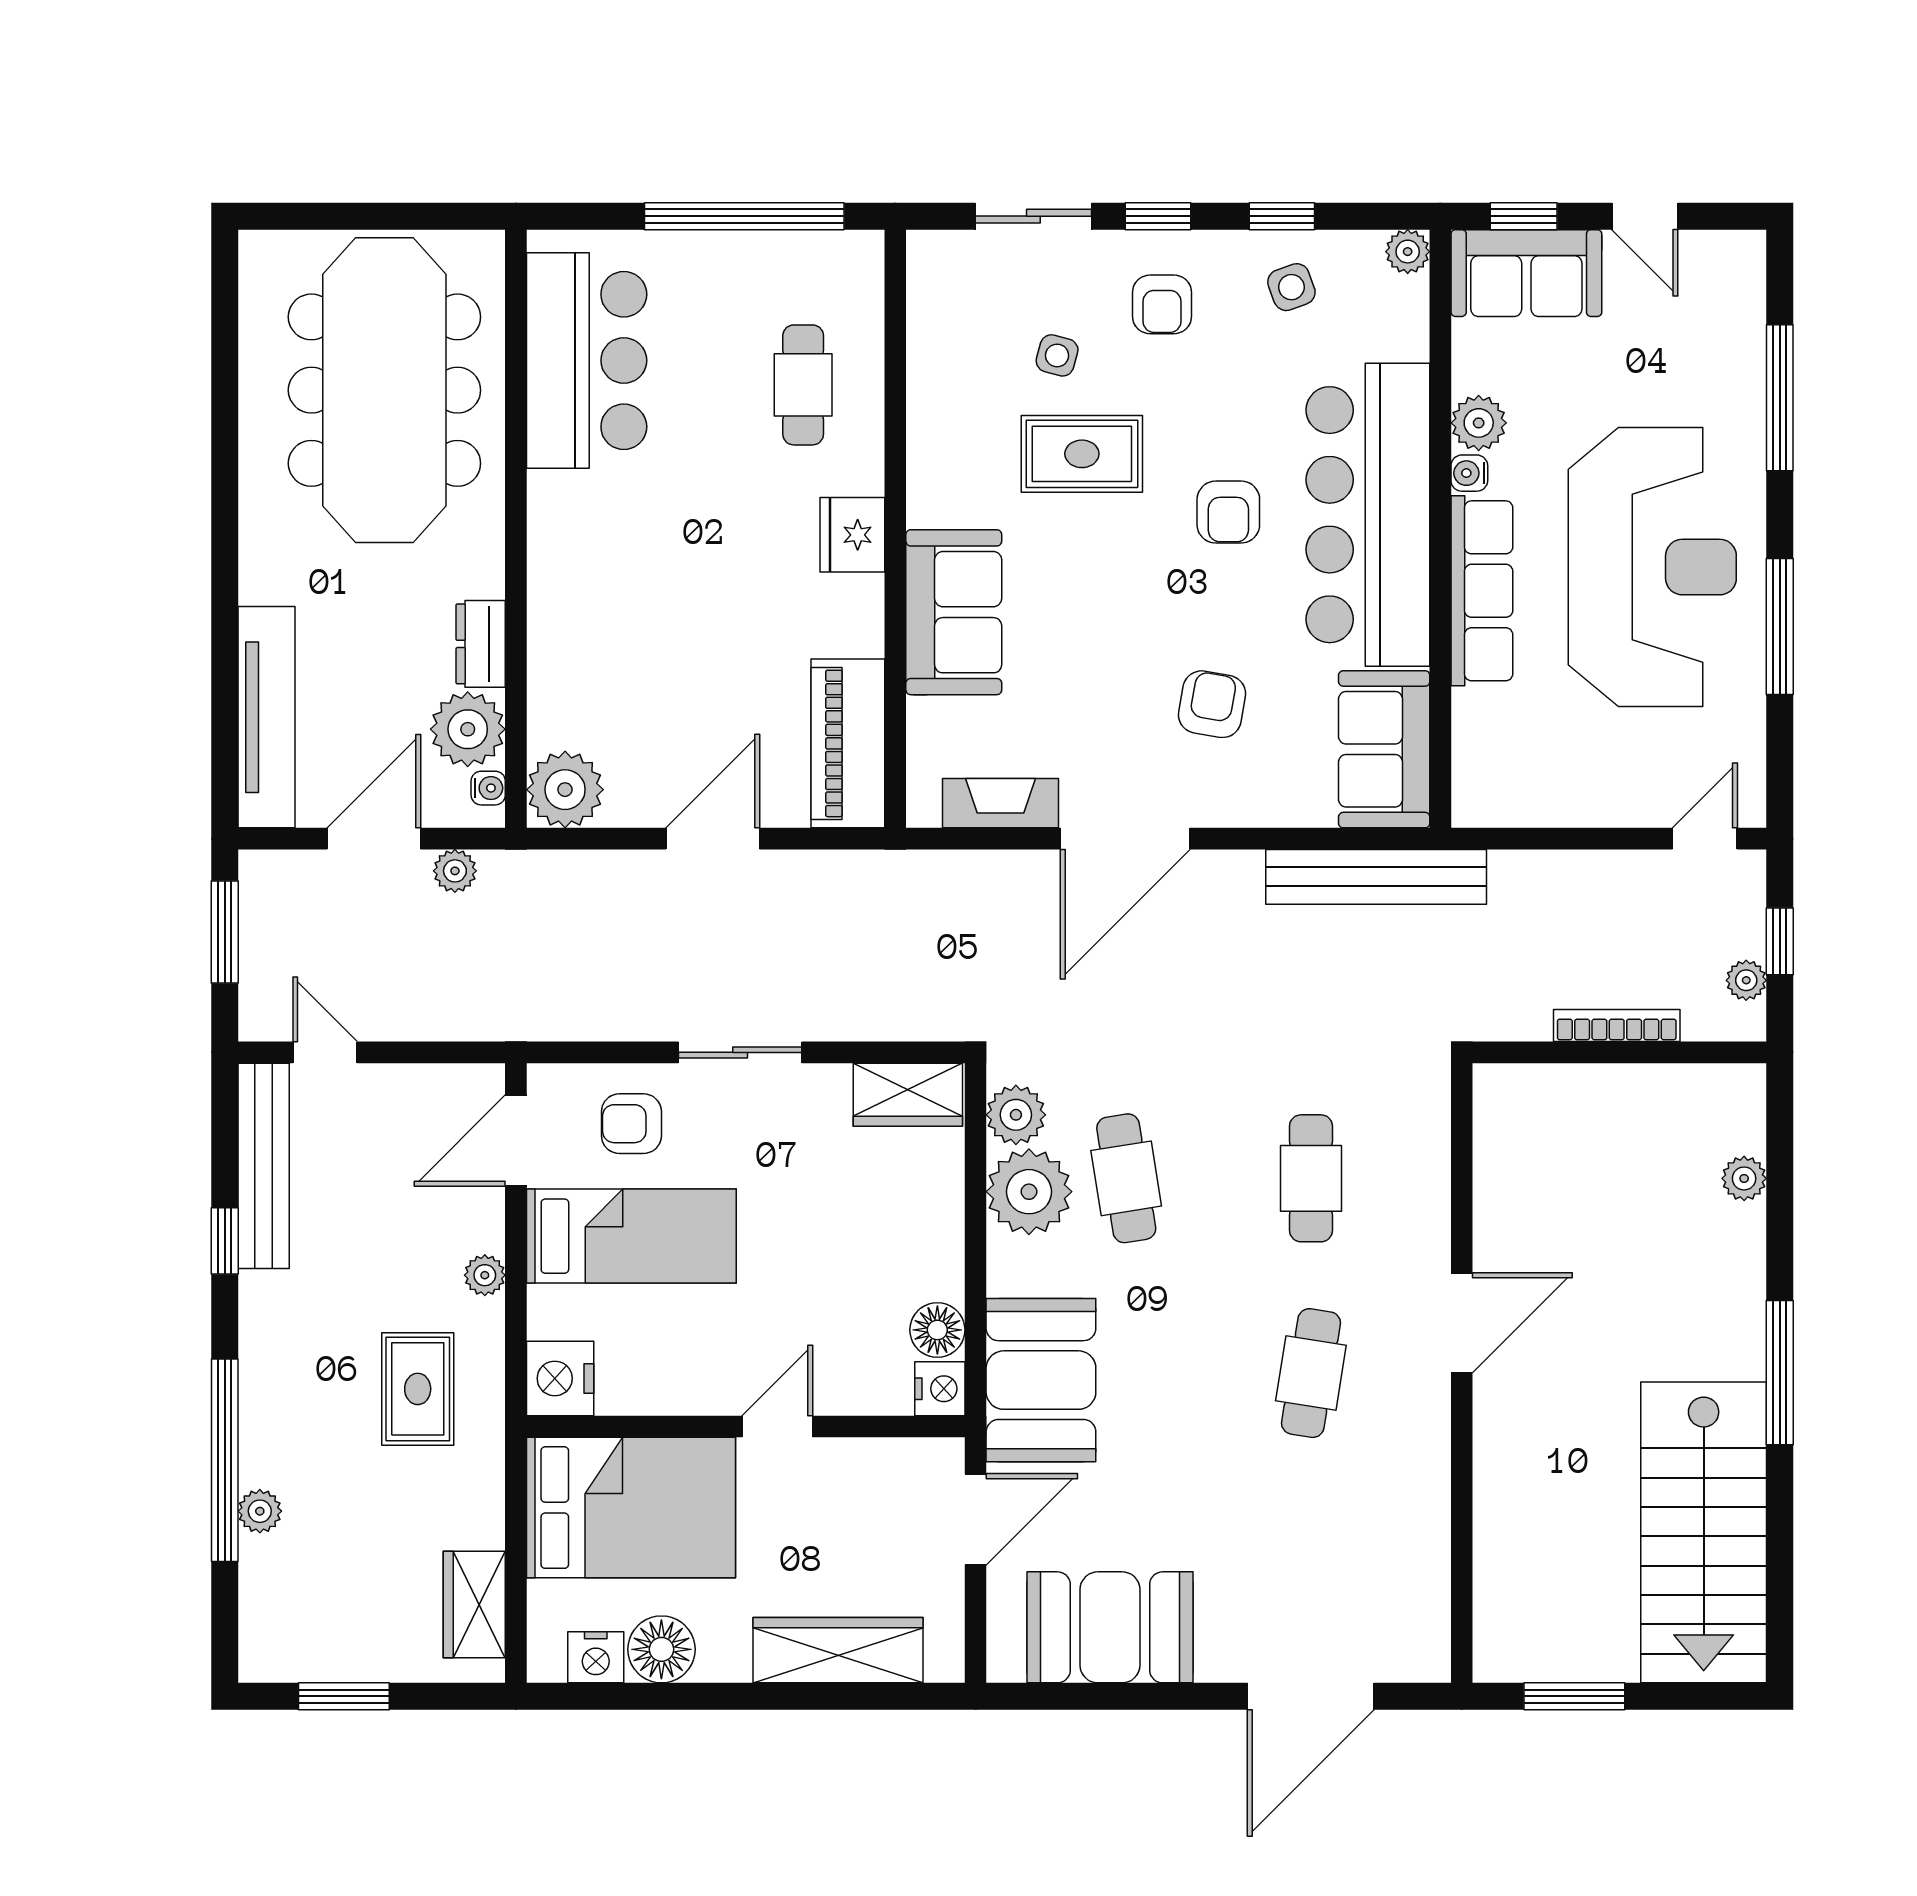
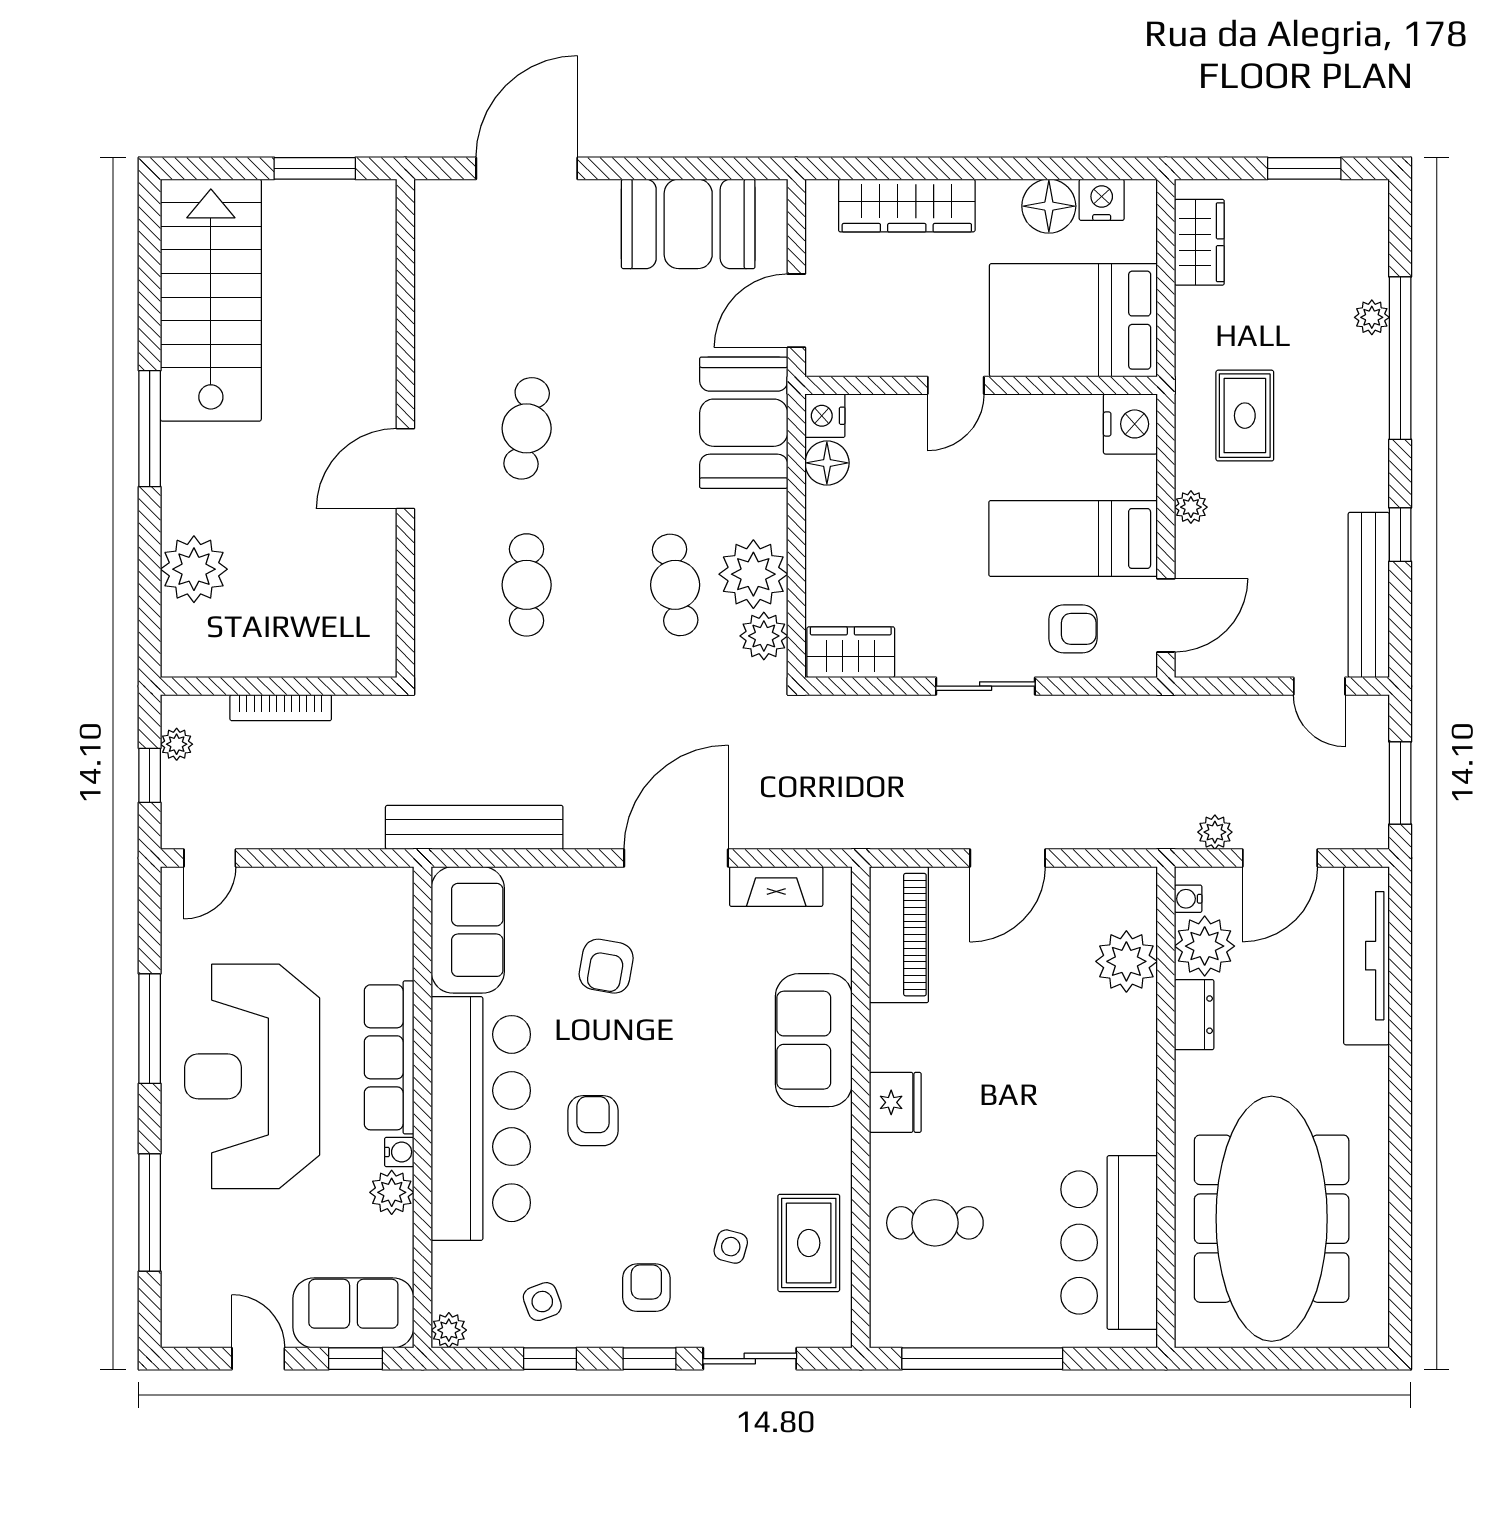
cafe table: (803, 385) -> (935, 1223), turned 90
rug: (1082, 454) -> (809, 1243), moved, turned 90
plant: (565, 790) -> (1126, 961), moved
plant: (1744, 1178) -> (194, 569), width x1.88, depth x1.88

